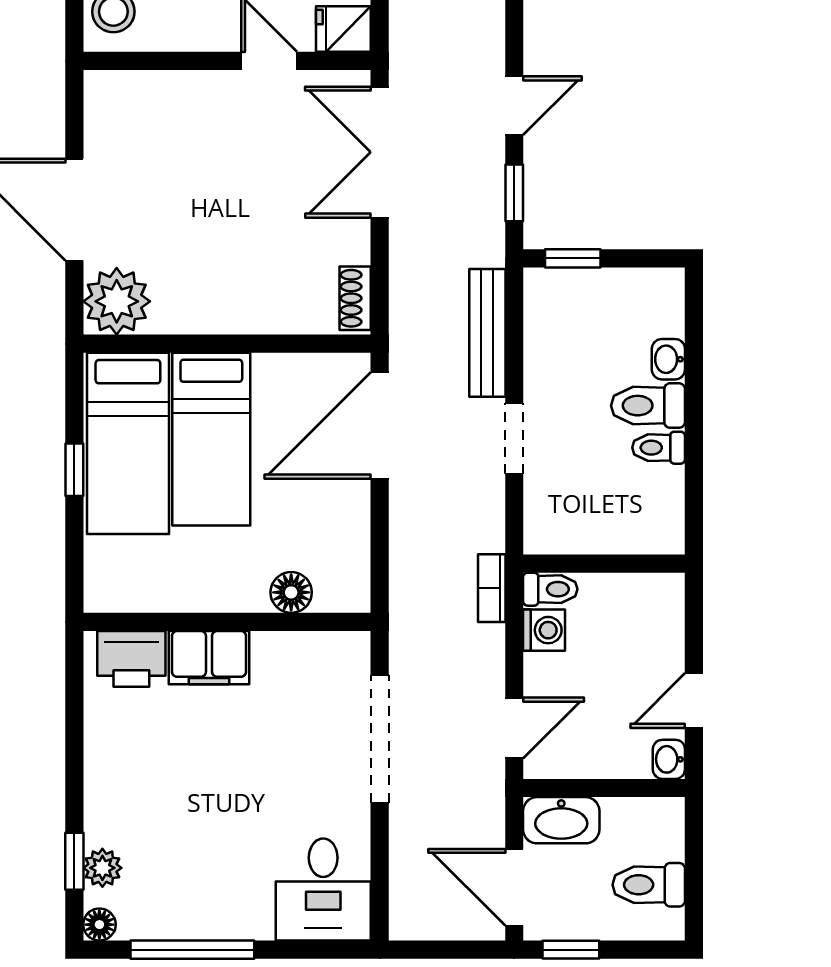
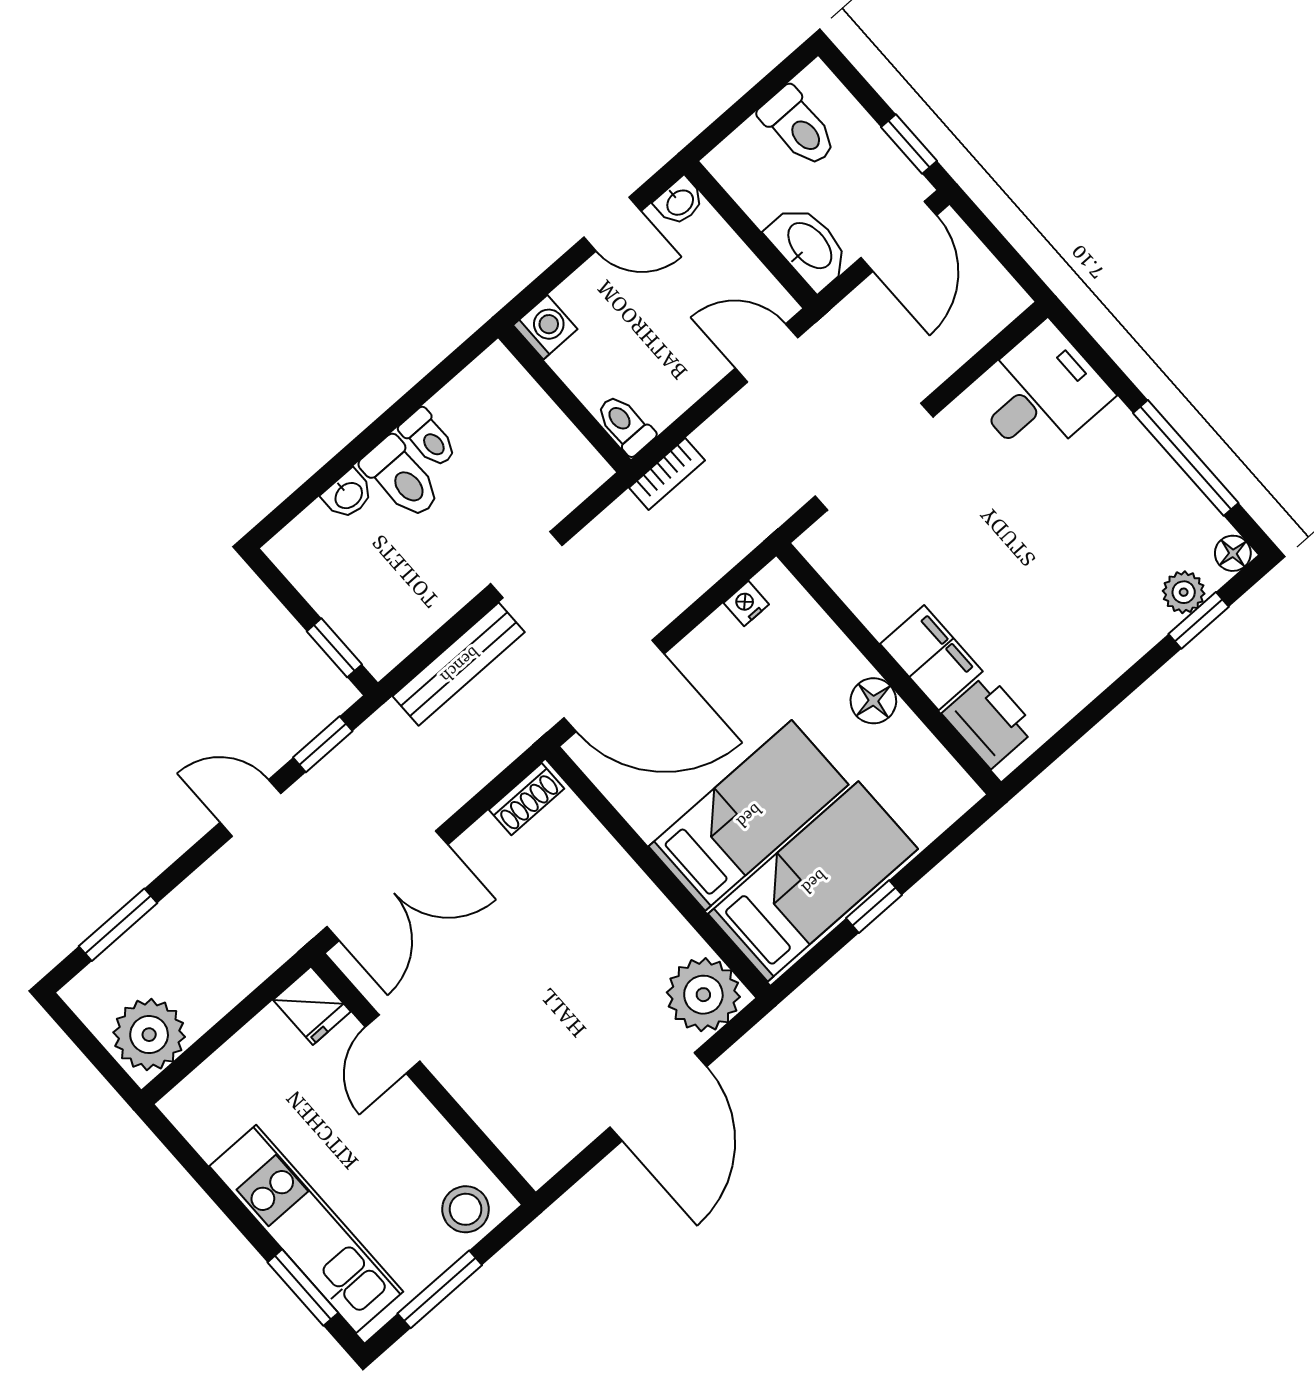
nightstand: (356, 564) -> (746, 604), added
floor lamp: (291, 592) -> (873, 701), moved
washing machine: (544, 630) -> (545, 327), moved, turned 90

